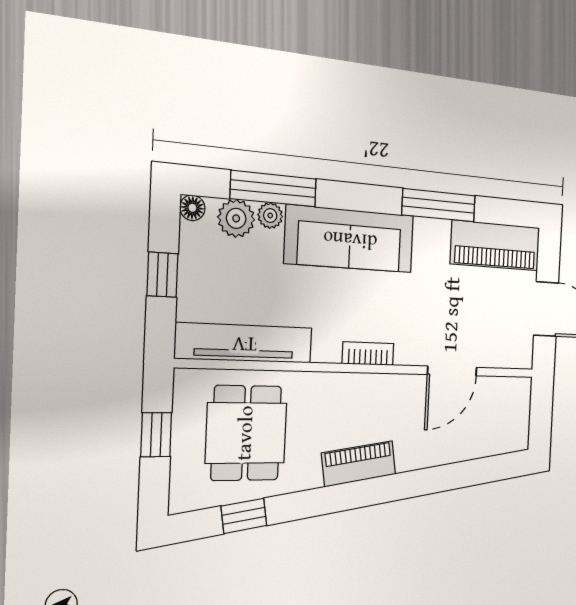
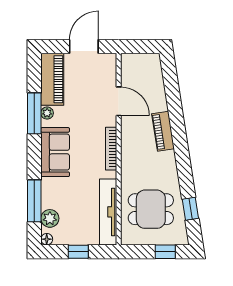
plant: (270, 216) -> (47, 113), moved
sofa: (350, 239) -> (55, 152), width x0.73
bookcase: (368, 354) -> (111, 149), width x1.56
window: (156, 435) -> (165, 252), moved
piano: (359, 464) -> (163, 131), moved

